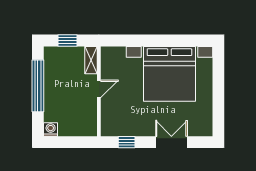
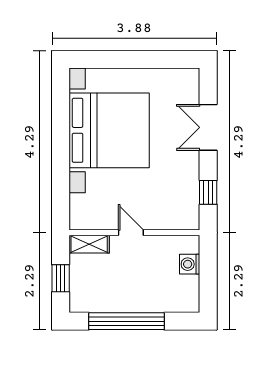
washing machine: (51, 129) -> (190, 264), moved

